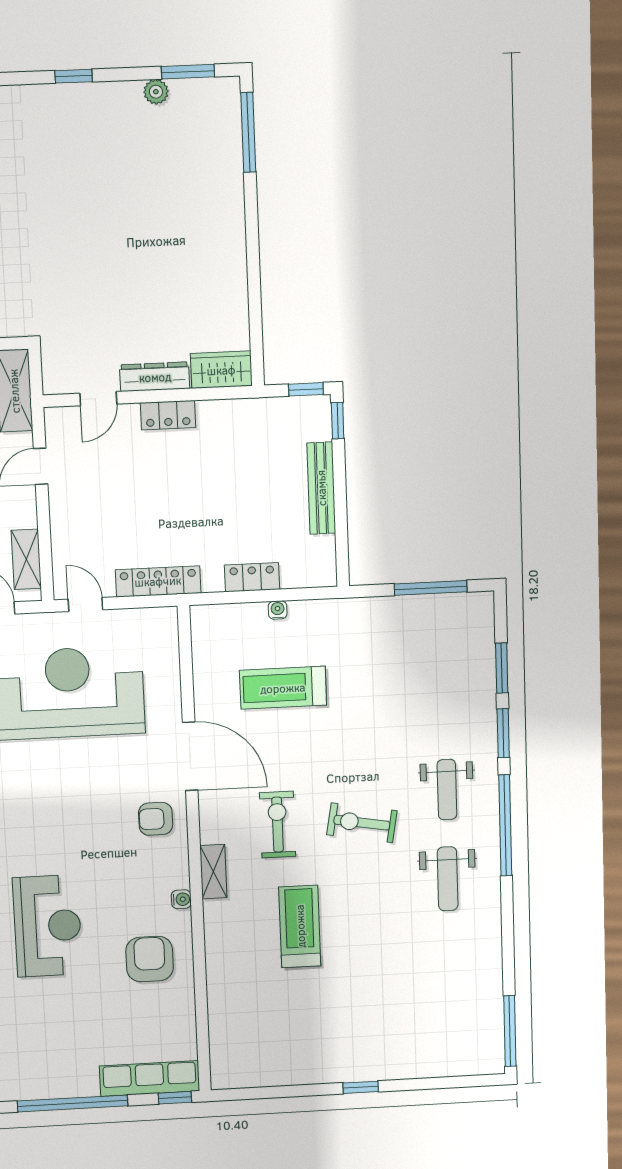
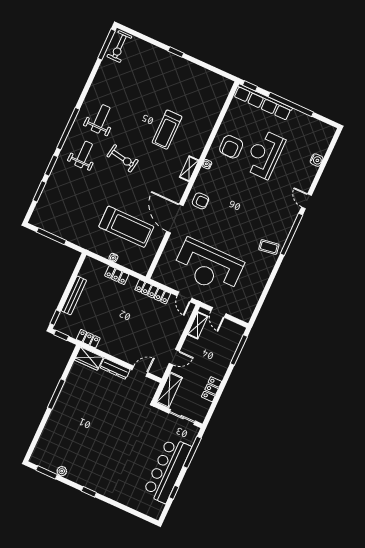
window: (248, 132) -> (56, 394), moved
locker: (168, 415) -> (88, 339), moved
treadmill: (283, 688) -> (126, 227), width x1.37, depth x1.38
exercise bike: (278, 825) -> (119, 47), moved
reception desk: (48, 926) -> (264, 154), moved
row of seats: (150, 1078) -> (263, 102), width x1.36

